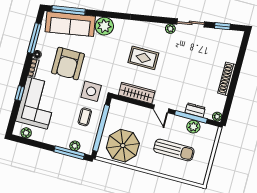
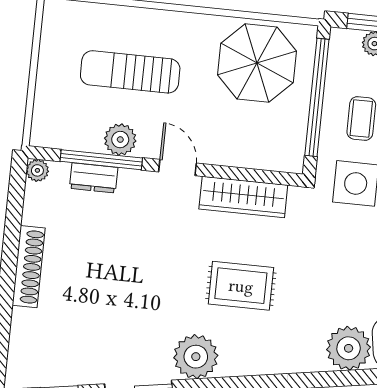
plant: (170, 29) -> (196, 357), width x1.88, depth x1.88
plant: (193, 127) -> (120, 140), moved

